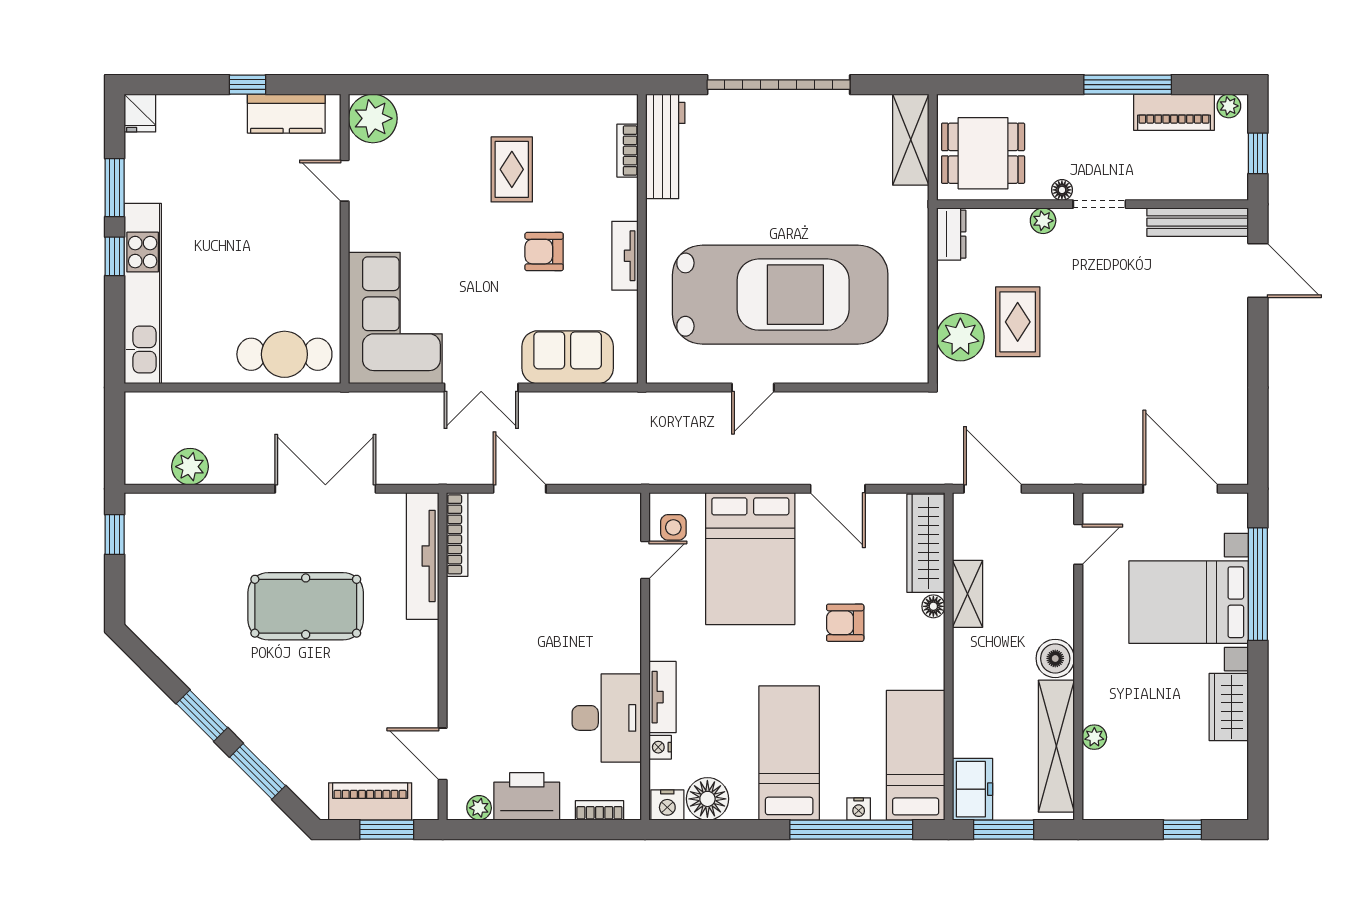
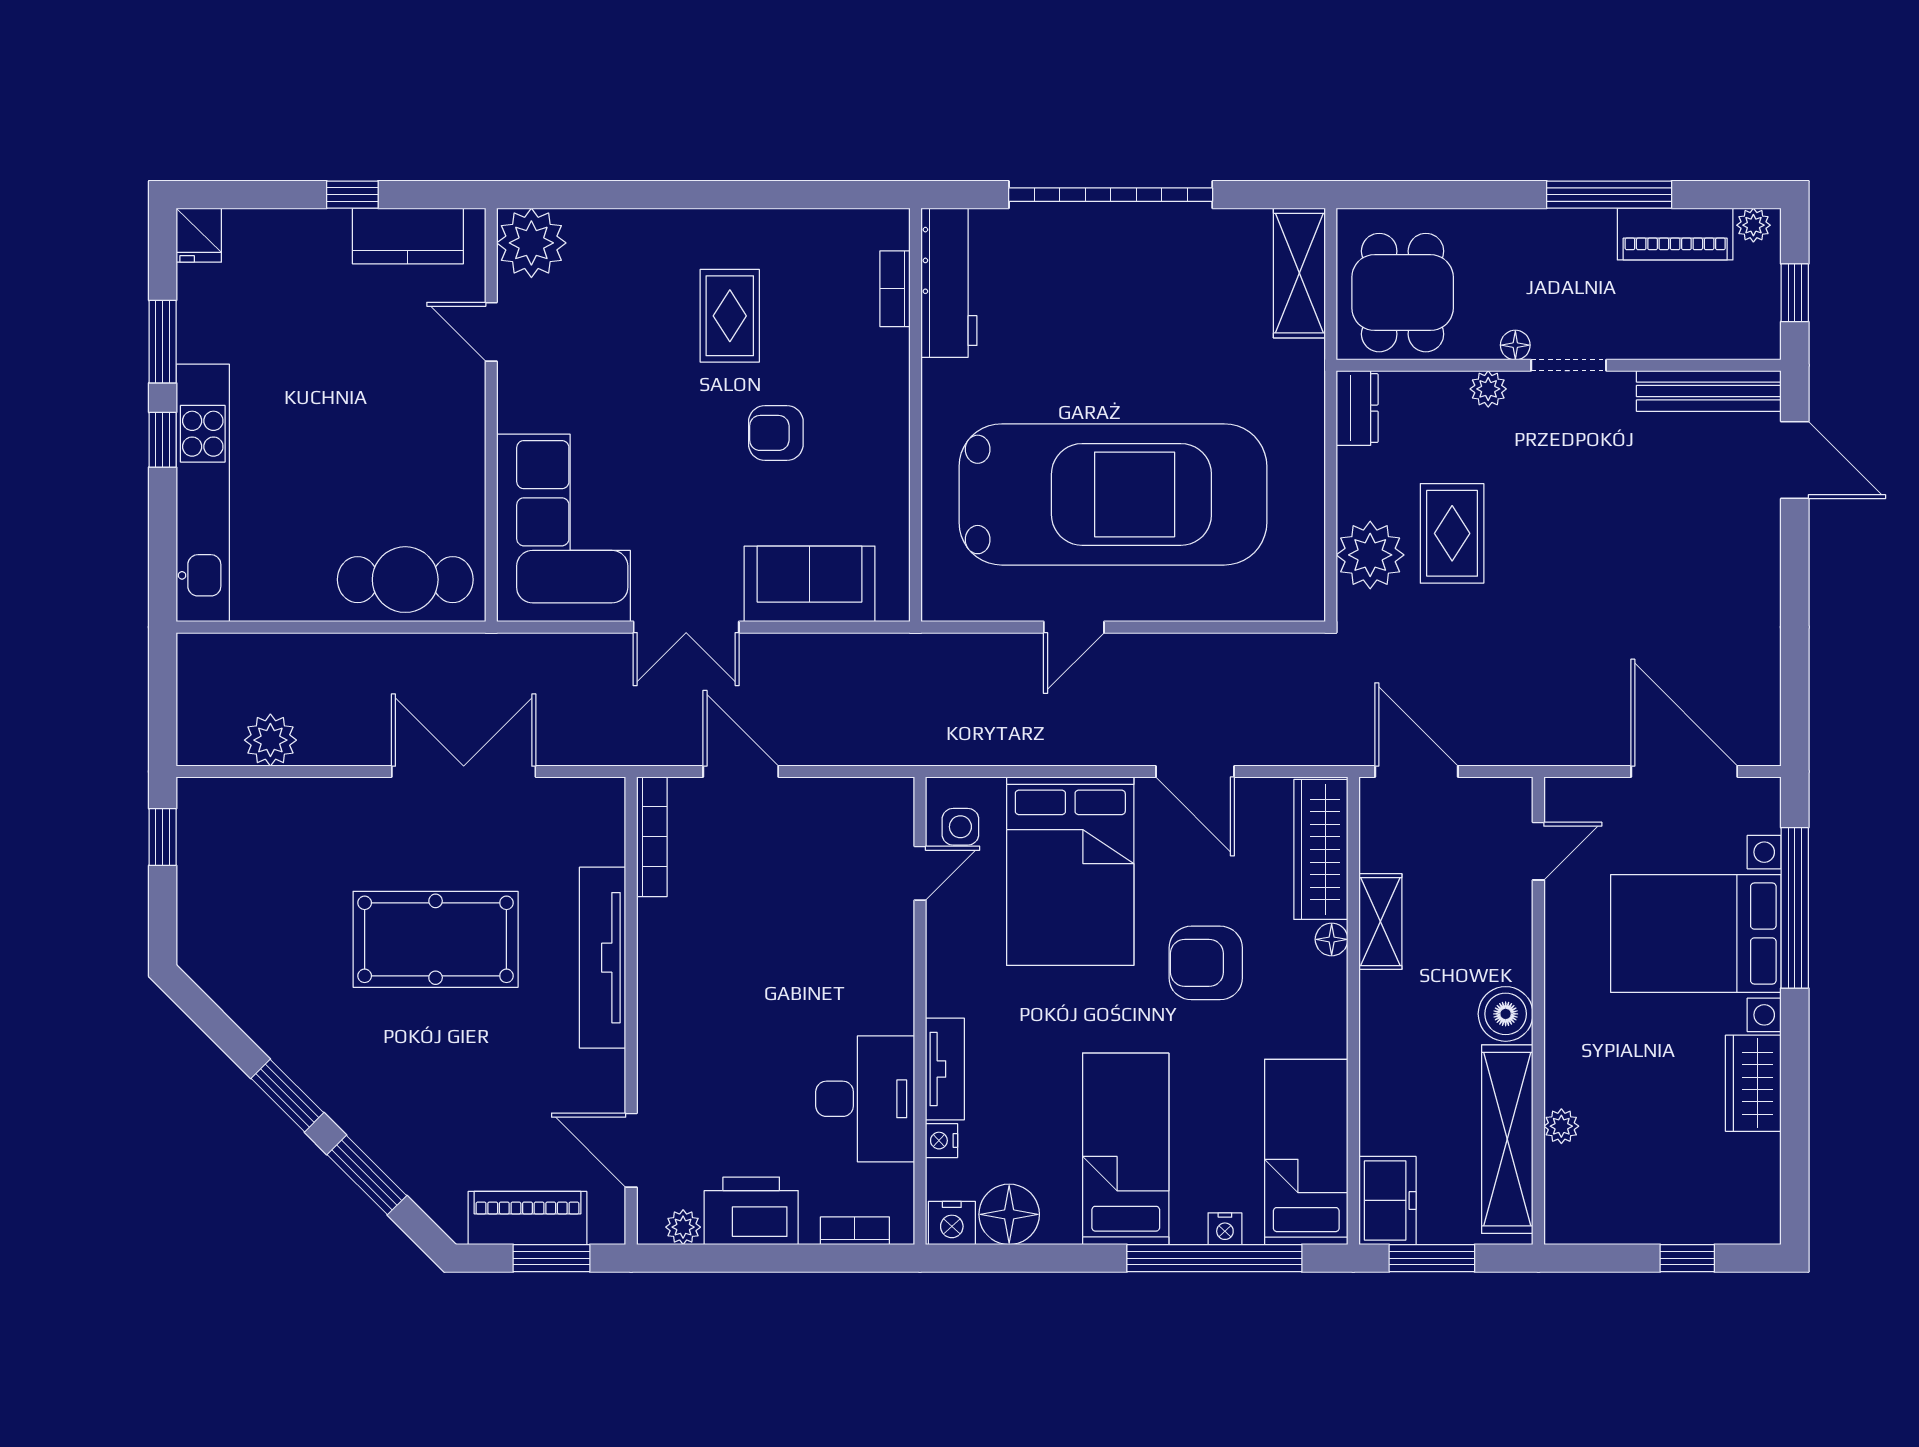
dining table: (983, 153) -> (1403, 293), turned 90
tv unit: (625, 256) -> (891, 439), removed
tv unit: (423, 556) -> (603, 958), moved
armchair: (845, 623) -> (1206, 963), width x1.38, depth x1.38

